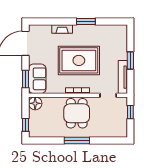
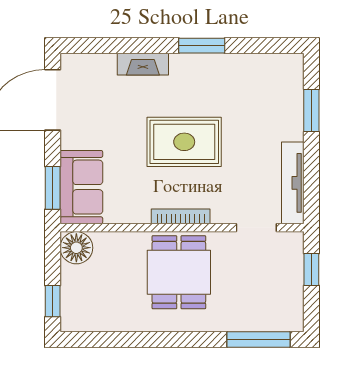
rug: (79, 60) -> (184, 142), width x0.73, depth x0.69
window: (130, 60) -> (311, 111), moved
window: (77, 141) -> (259, 340), moved

